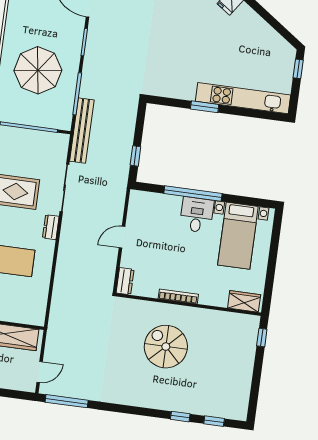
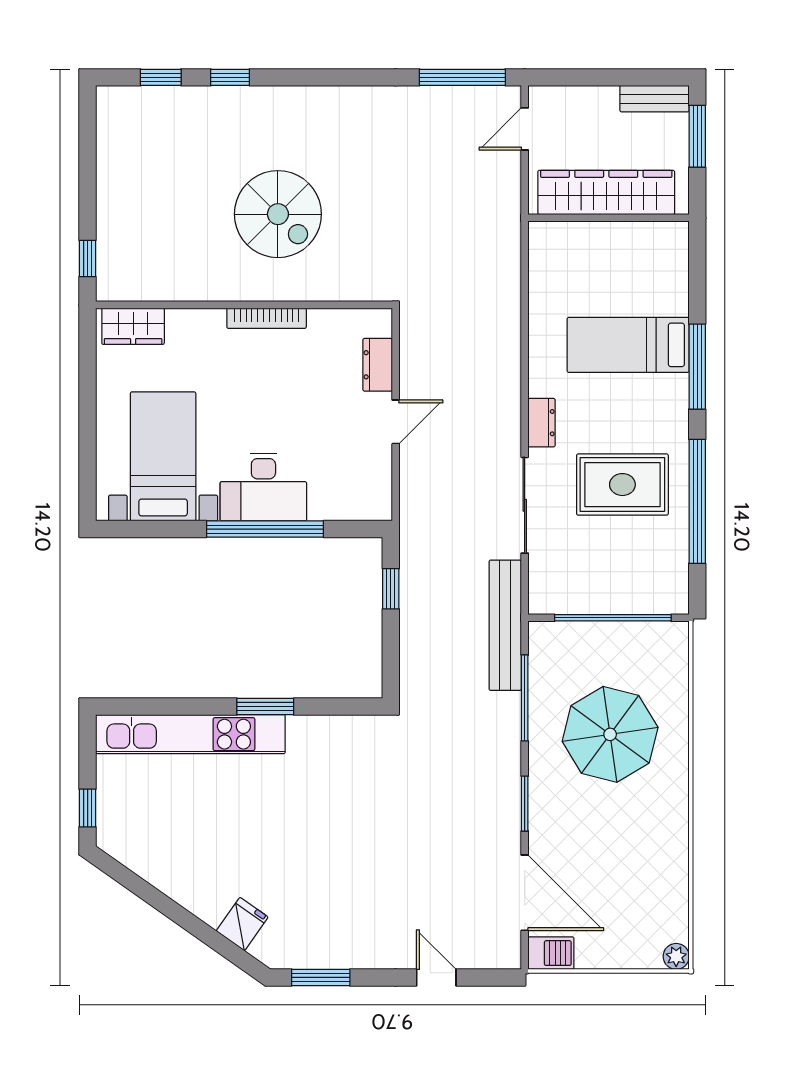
desk: (197, 215) -> (263, 487), width x1.37
dresser: (125, 281) -> (378, 365), moved

